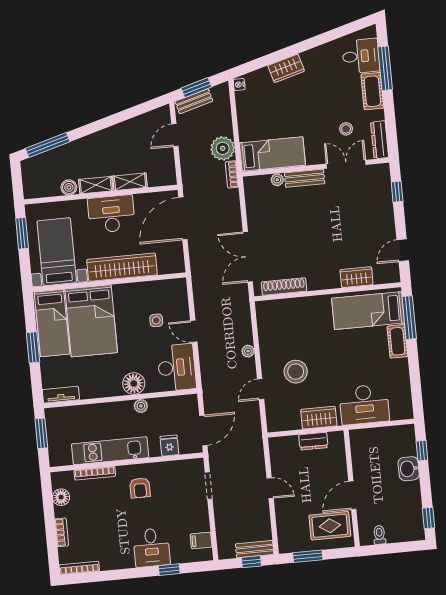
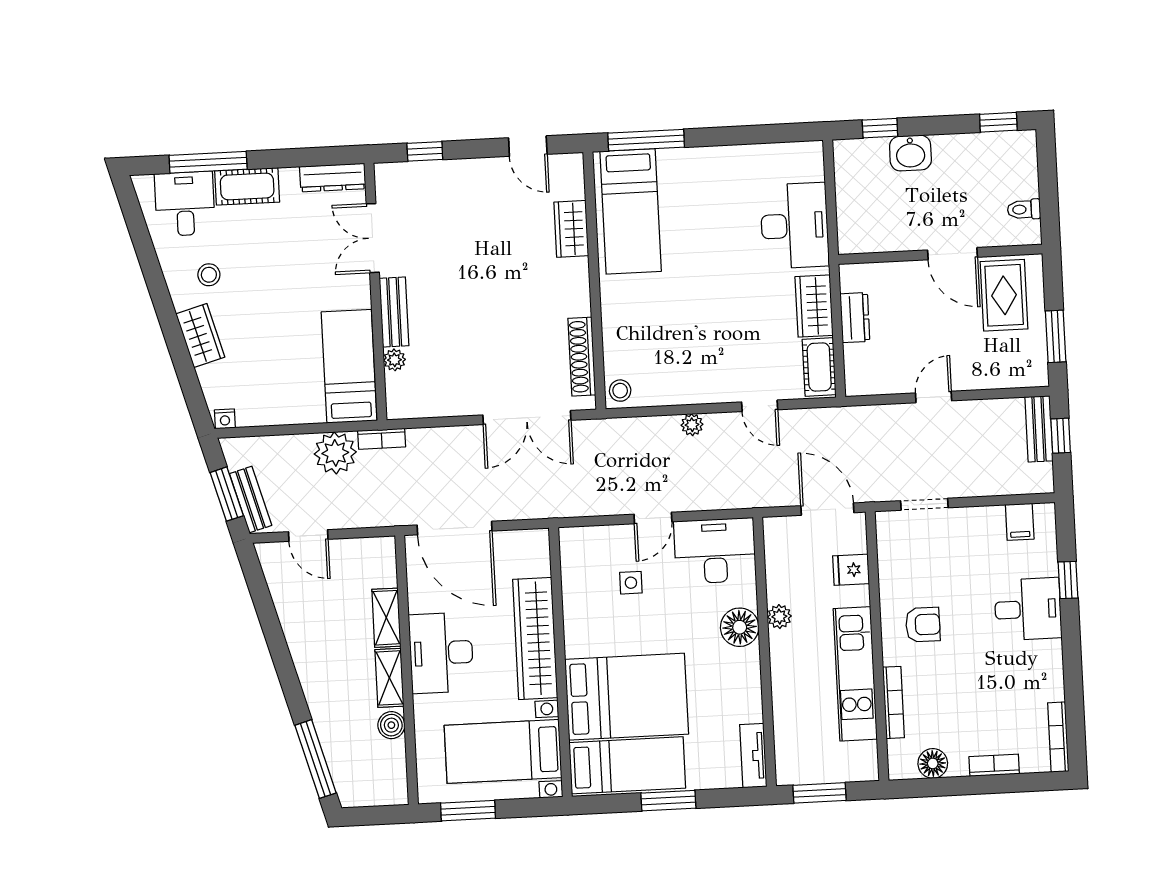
stool: (346, 129) -> (209, 275), moved
cot: (397, 341) -> (819, 367), moved, turned 90
stool: (296, 372) -> (620, 391), moved, width x0.53, depth x0.53

